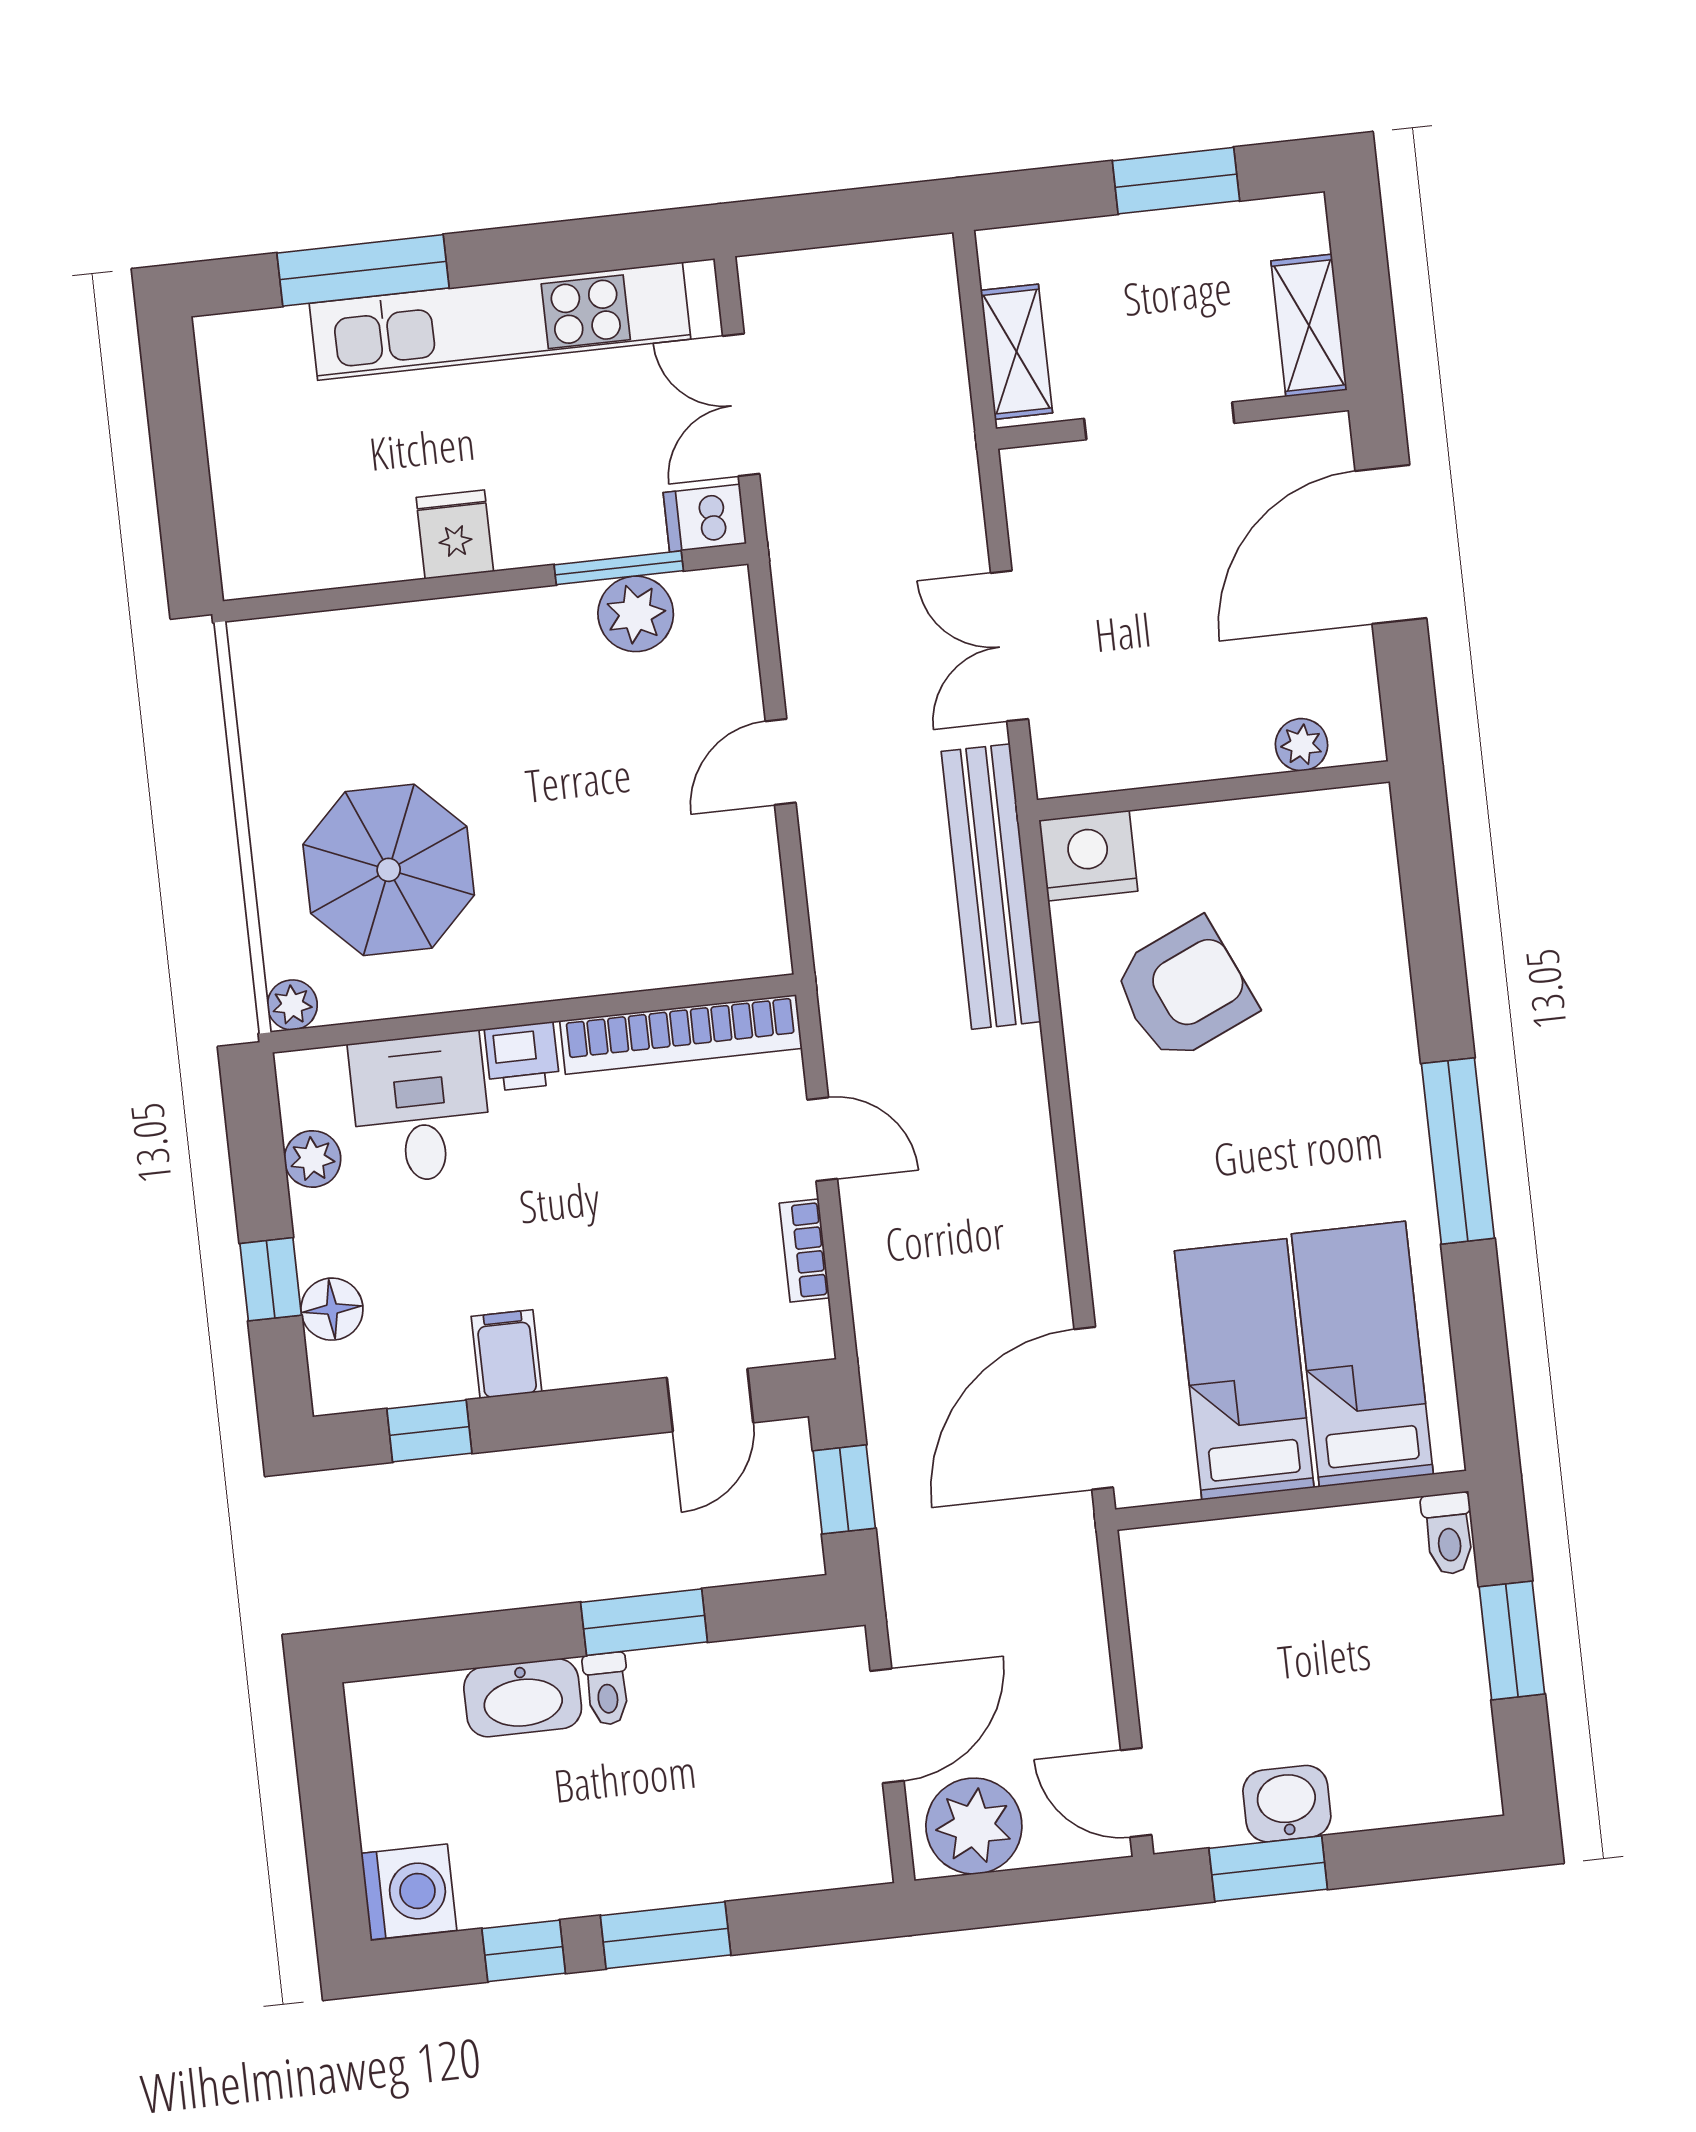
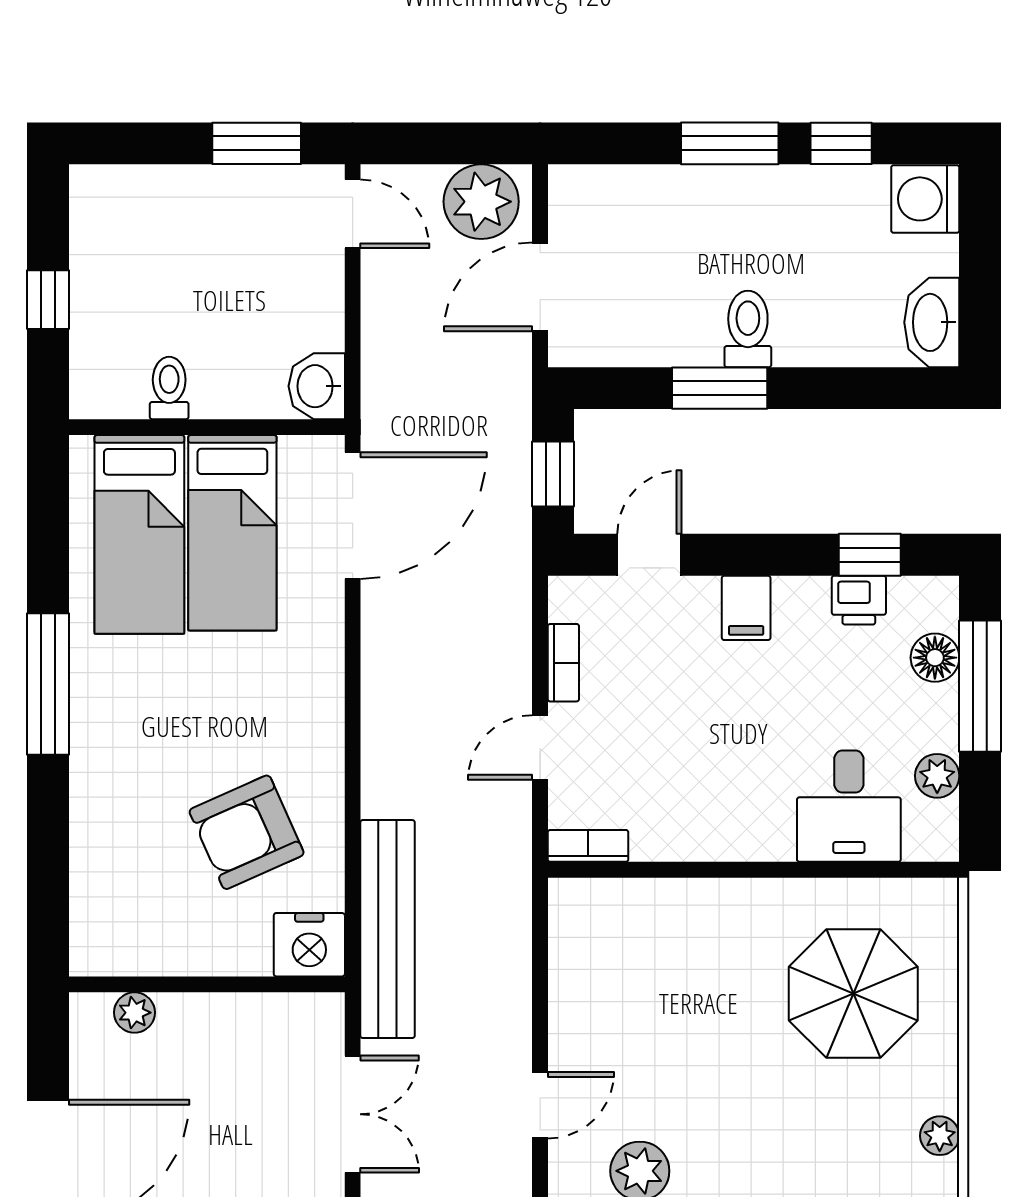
door: (781, 762) -> (540, 1105), moved
plant: (292, 1005) -> (940, 1136), moved
bookcase: (681, 1034) -> (588, 846), width x0.43, depth x0.76
printer: (522, 1056) -> (859, 600), moved, turned 180
door: (822, 1139) -> (540, 747), hinge flipped
window: (271, 1279) -> (980, 686), width x2.17
filing cabinet: (506, 1354) -> (746, 608), moved
toilet: (1448, 1534) -> (169, 388), moved
window: (1512, 1640) -> (48, 300), width x0.67
toilet: (607, 1689) -> (748, 329), width x1.37, depth x1.39
washbasin: (523, 1698) -> (932, 322), moved, turned -90
washbasin: (1287, 1804) -> (317, 386), moved, turned 90

